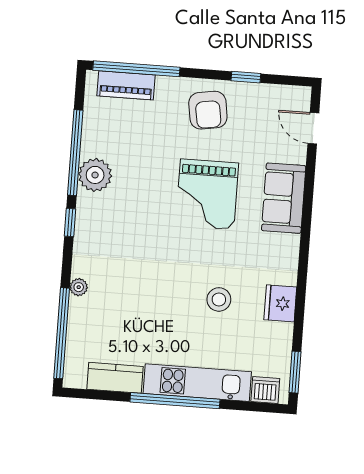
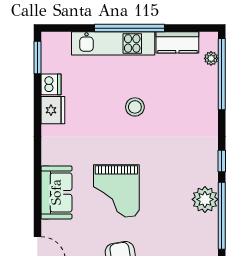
grand piano: (207, 194) -> (116, 191), turned 180
plant: (79, 287) -> (211, 58), moved
stool: (219, 299) -> (135, 107), moved
dishwasher: (265, 390) -> (51, 84), moved, turned -90

